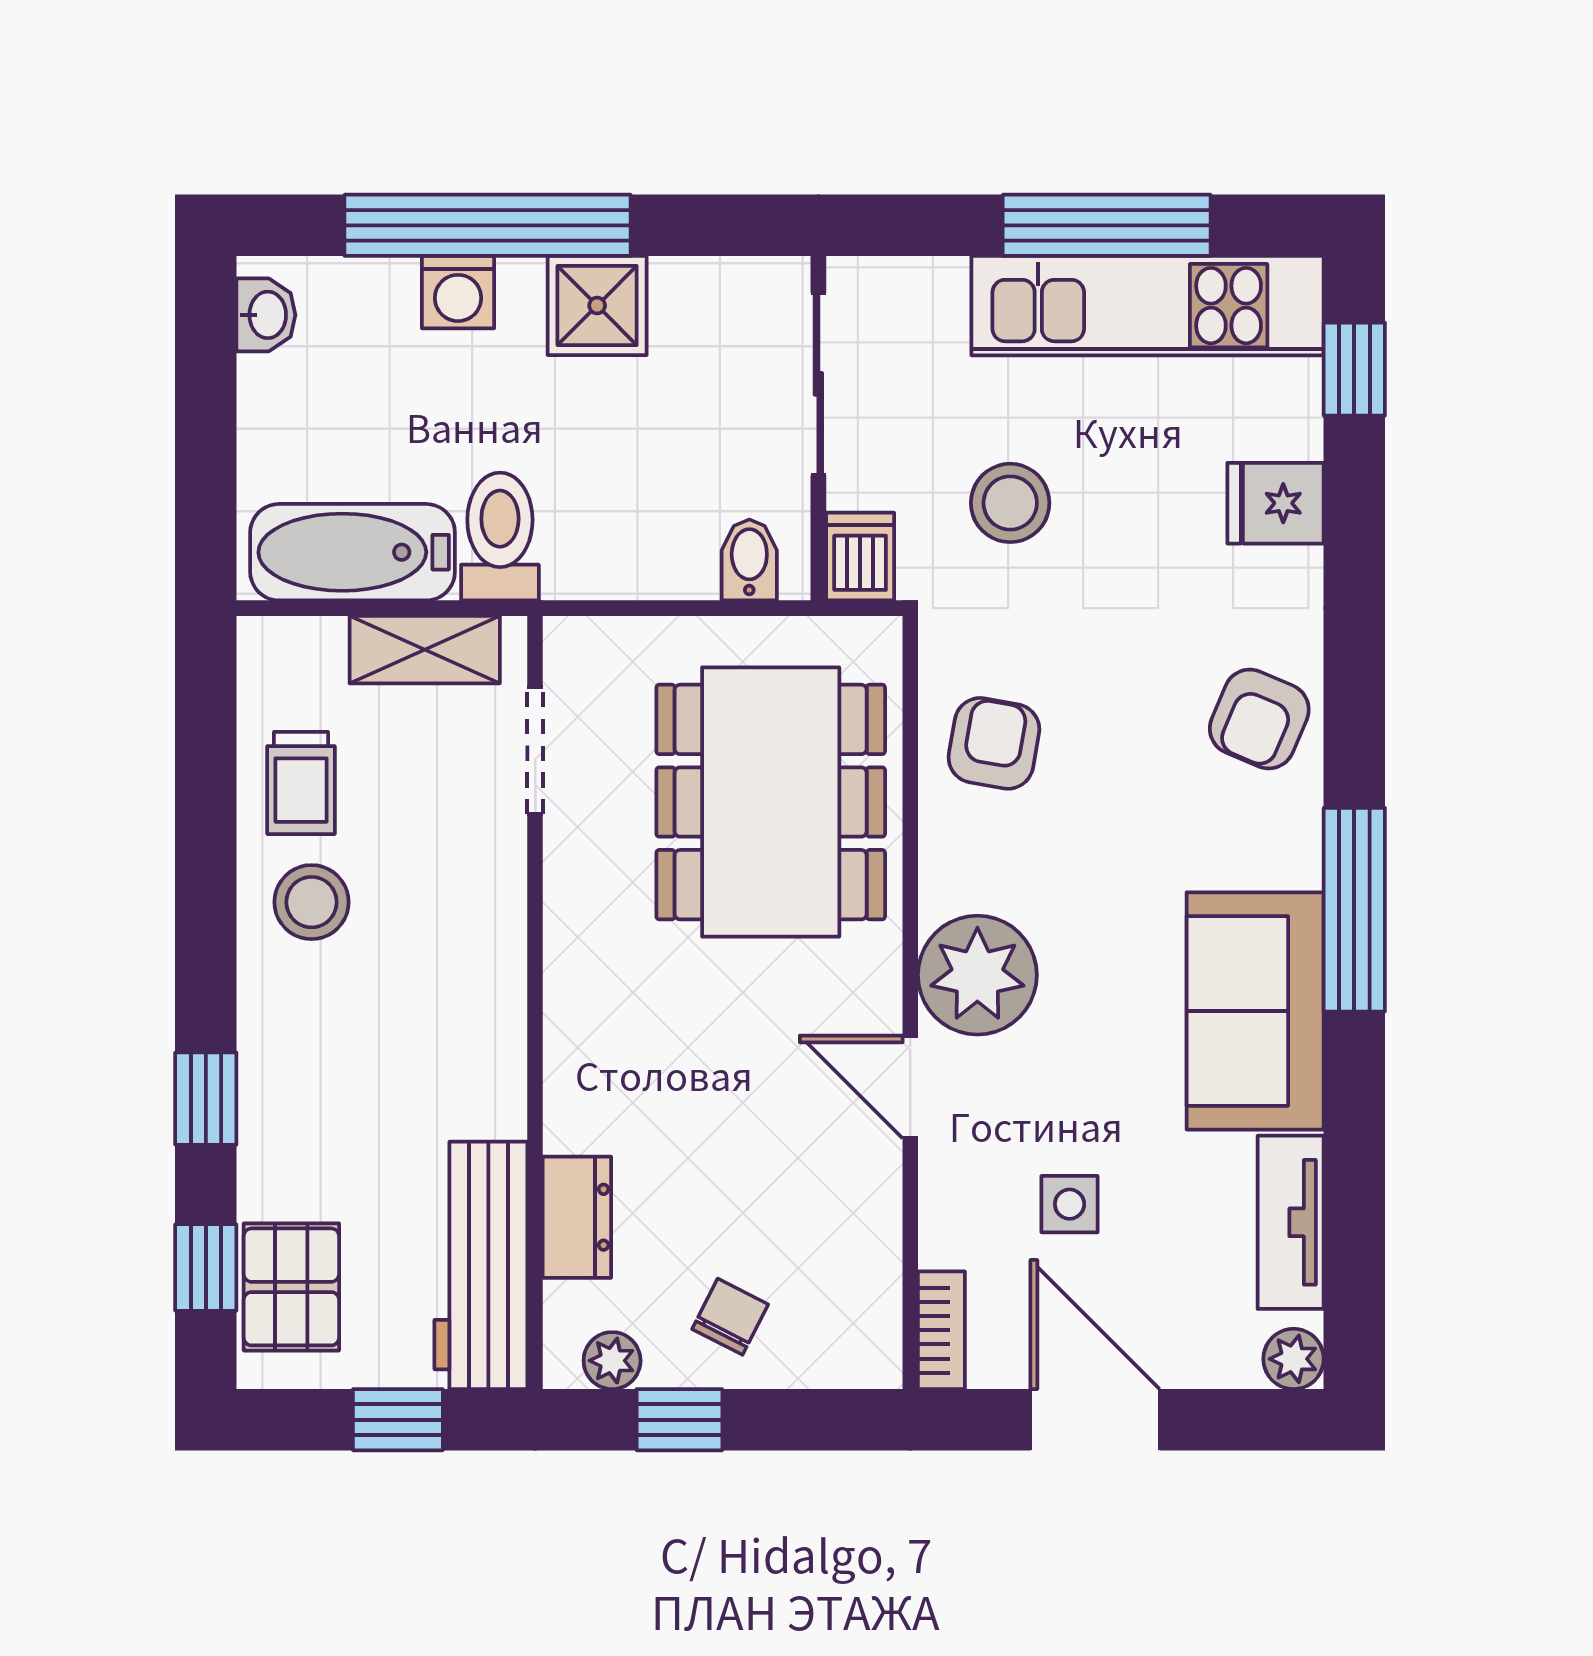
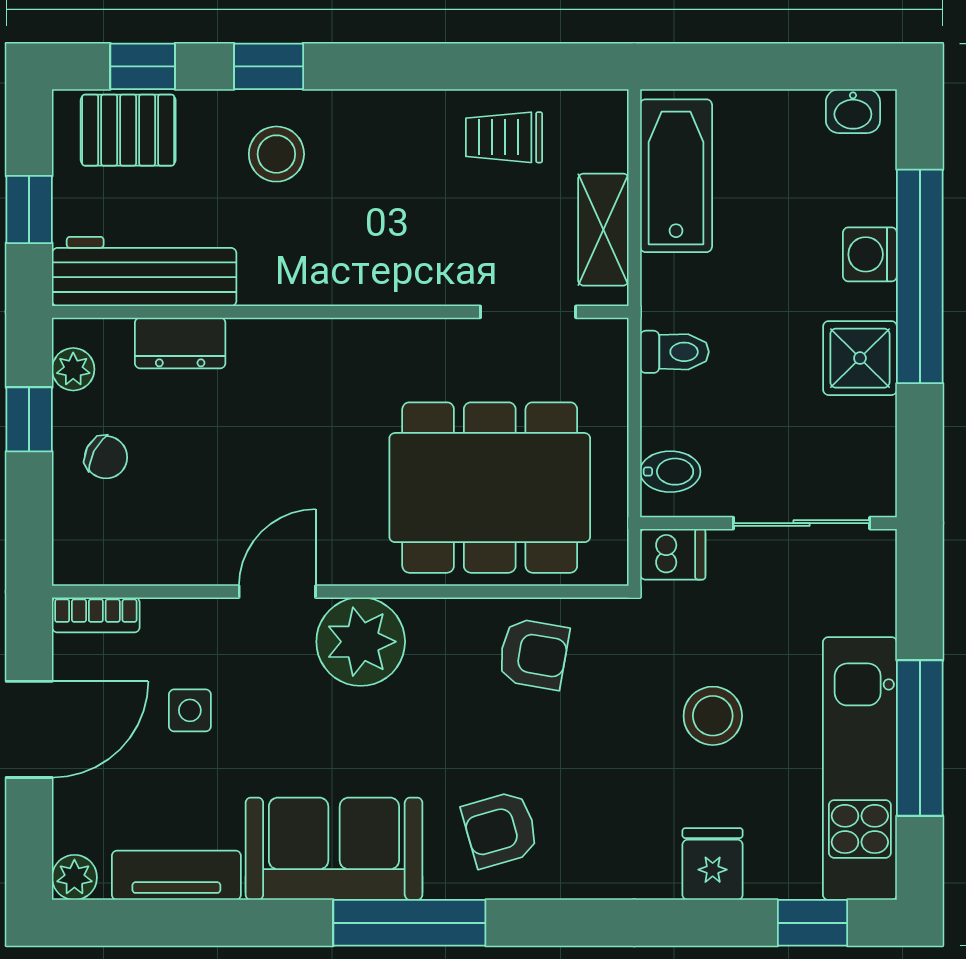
stool: (1010, 503) -> (713, 716), moved
toilet: (500, 537) -> (674, 352), moved, width x0.73, depth x0.72
armchair: (1259, 719) -> (500, 829), moved, turned -39
stool: (312, 902) -> (276, 154), moved

